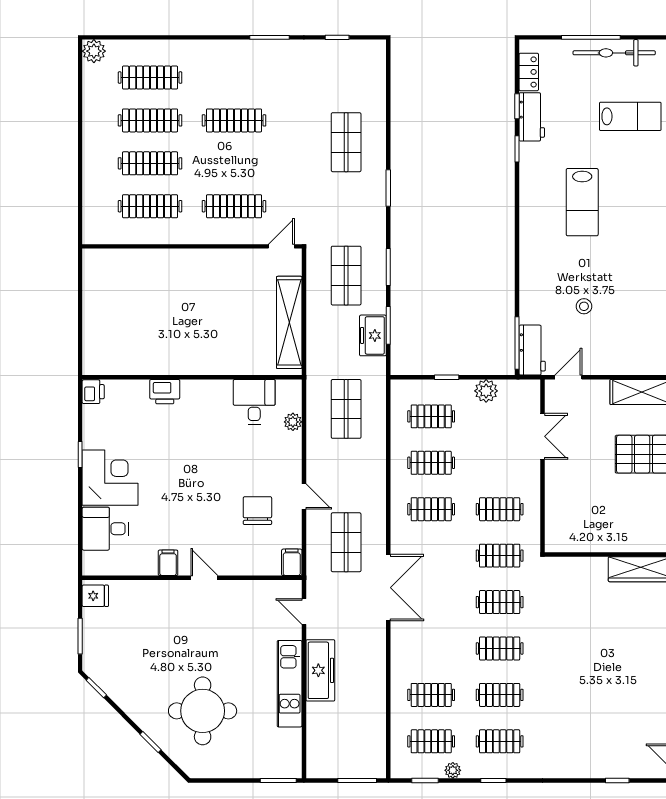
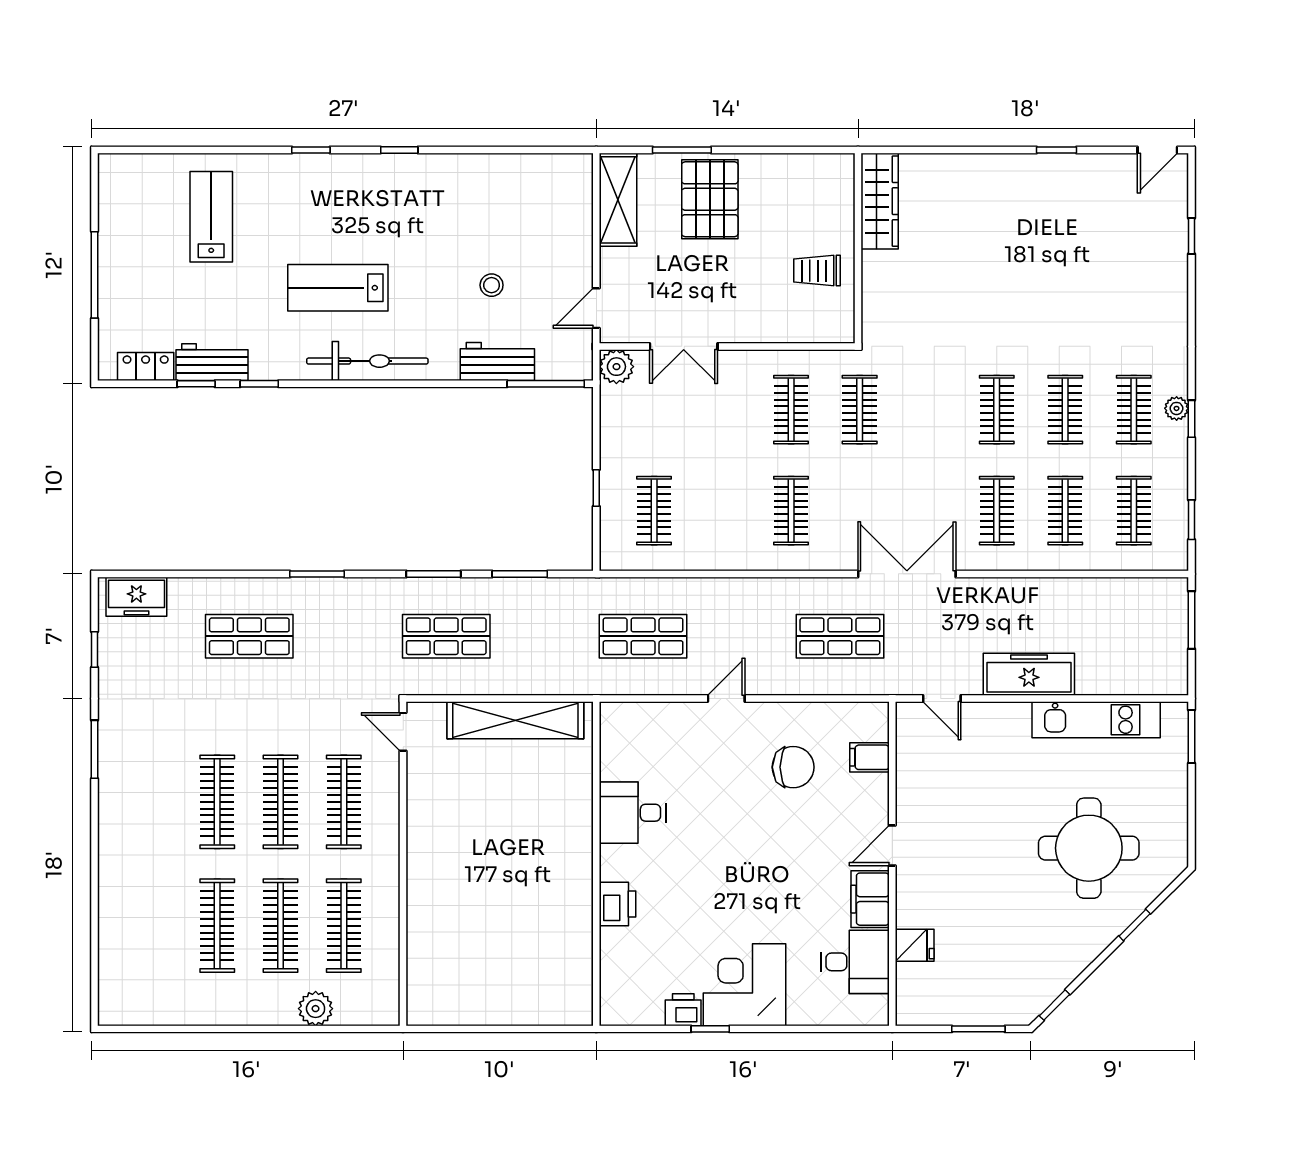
plant: (94, 51) -> (316, 1009), moved
bicycle: (614, 53) -> (367, 361), moved, turned -90
clothes rail: (150, 78) -> (280, 802), moved
lab bench: (582, 202) -> (338, 288), turned 180
freezer: (373, 335) -> (136, 597), moved
workbench: (532, 350) -> (497, 362), moved
door: (568, 377) -> (596, 308), hinge flipped
plant: (486, 391) -> (616, 367), moved
printer: (93, 392) -> (683, 1010), moved
desk: (254, 402) -> (633, 813), moved
plant: (293, 422) -> (662, 715), removed
double door: (542, 436) -> (684, 346), swing flipped
clothes rail: (431, 463) -> (723, 511), removed
door: (304, 497) -> (726, 699), moved
chair: (257, 511) -> (793, 767), turned 180
trolley: (594, 527) -> (817, 271), added
desk: (105, 529) -> (855, 962), moved, turned -90
filing cabinet: (292, 562) -> (869, 757), moved
filing cabinet: (168, 563) -> (870, 899), width x2.00
fridge: (95, 596) -> (915, 945), moved, turned 90
clothes rail: (500, 602) -> (997, 511), moved
door: (304, 611) -> (942, 699), hinge flipped
kitchen unit: (290, 684) -> (1096, 720), moved
plant: (453, 770) -> (1177, 408), moved

